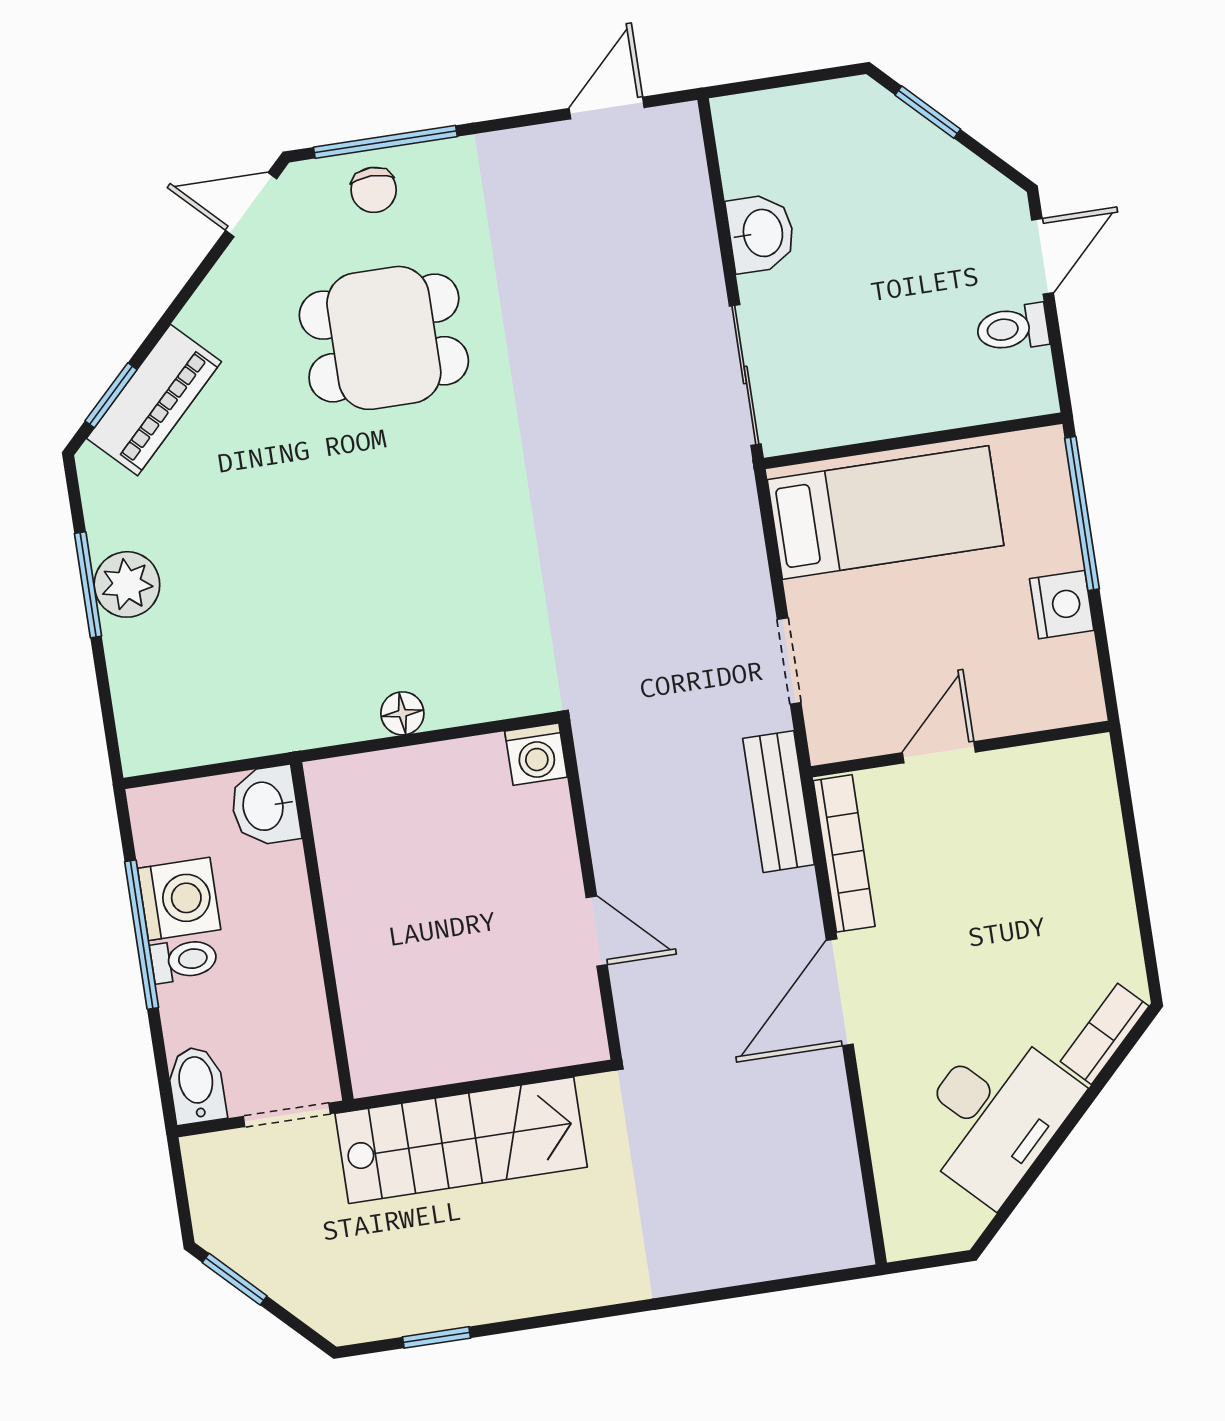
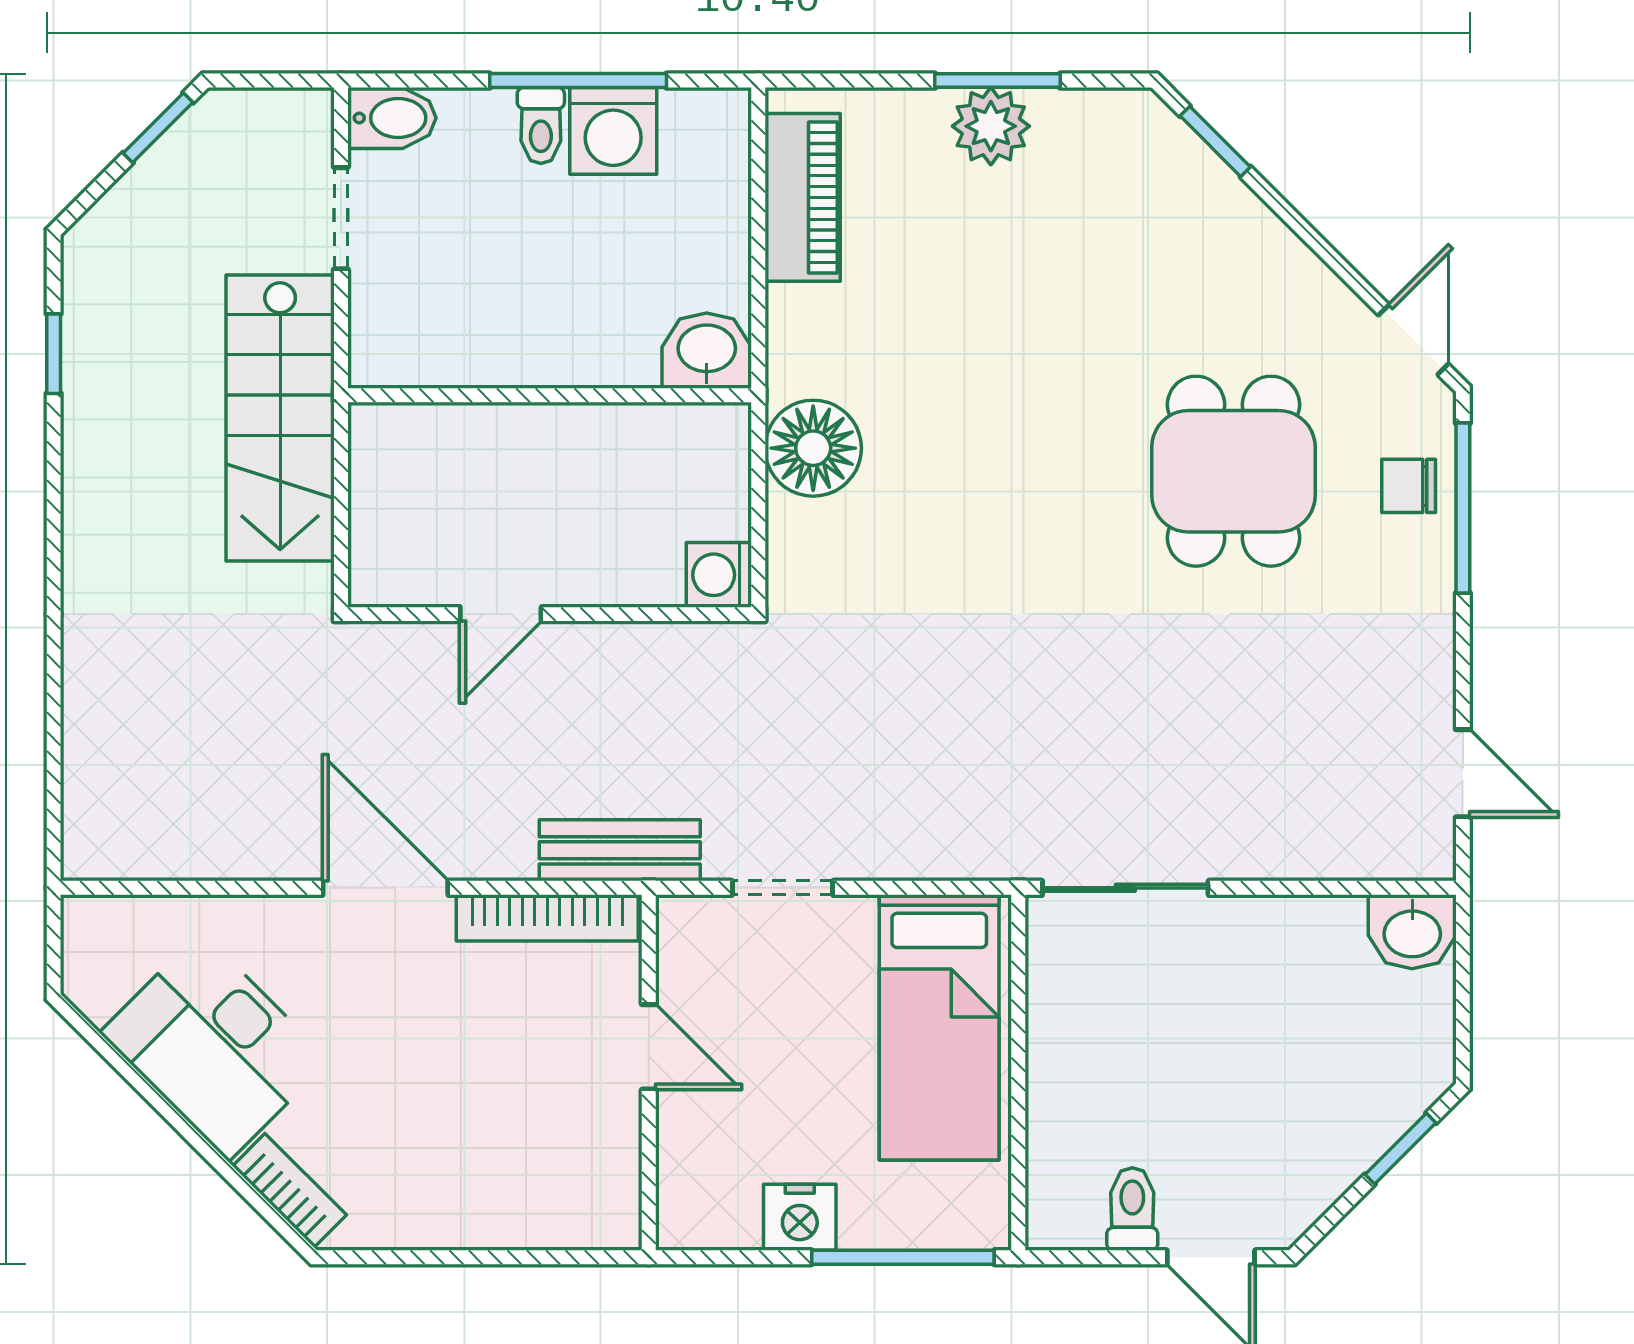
washbasin: (761, 233) -> (1412, 932), moved
piano: (154, 400) -> (803, 197), moved, turned -135
floor lamp: (402, 713) -> (813, 448), width x1.89, depth x1.89
washbasin: (265, 806) -> (707, 351), moved
wall: (322, 931) -> (550, 395), moved

